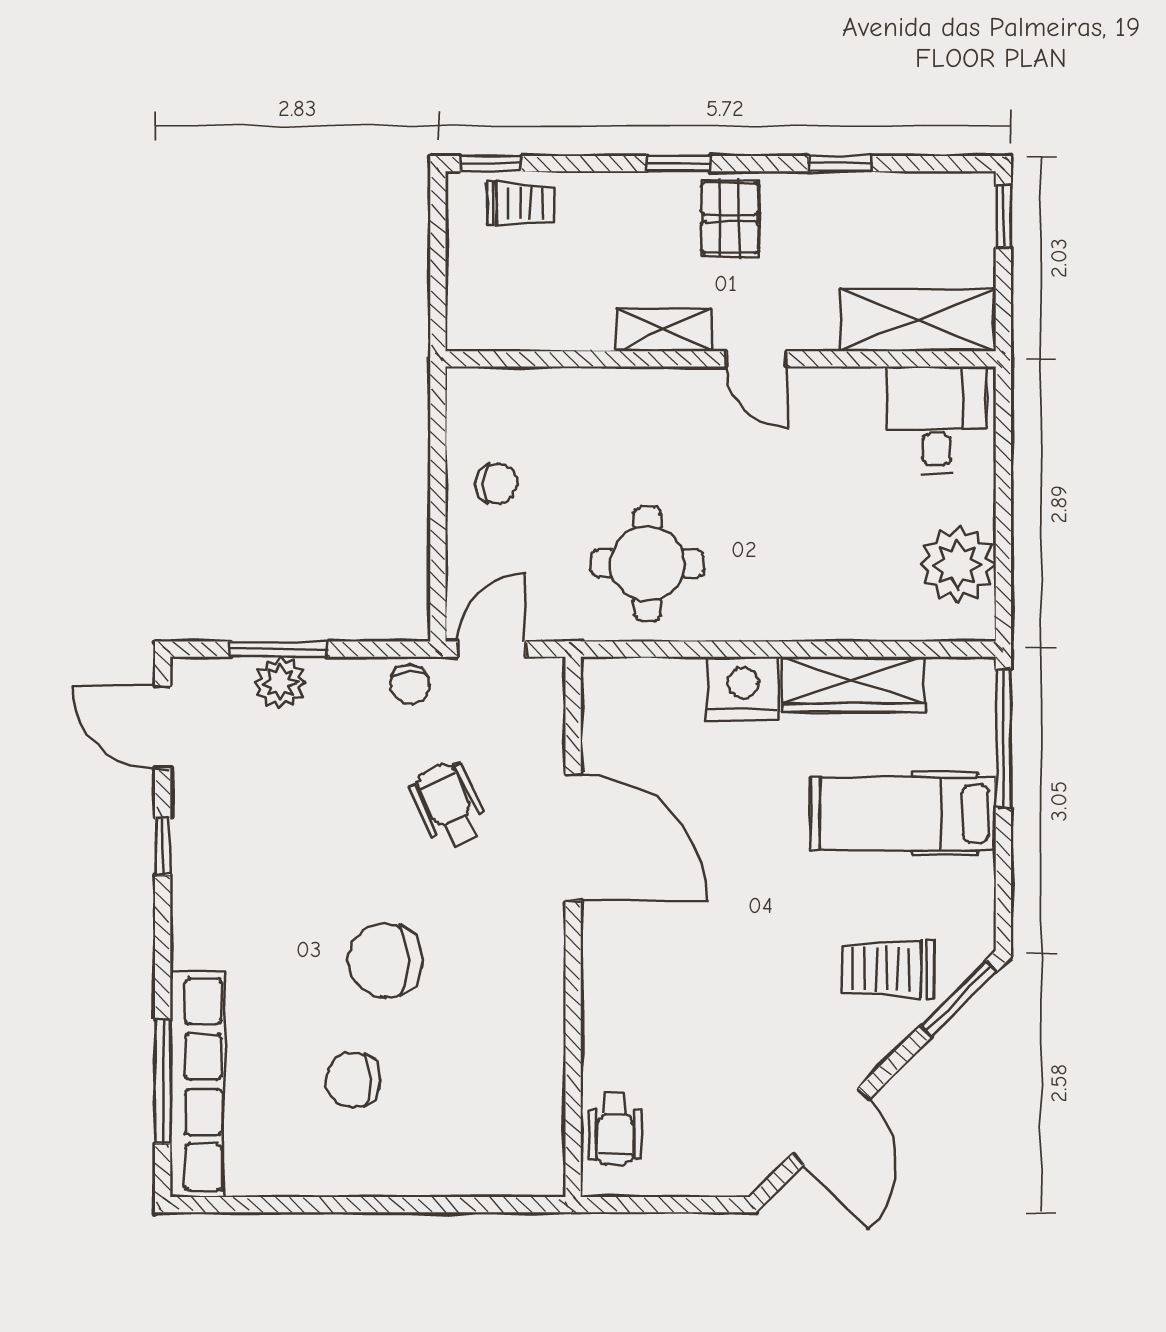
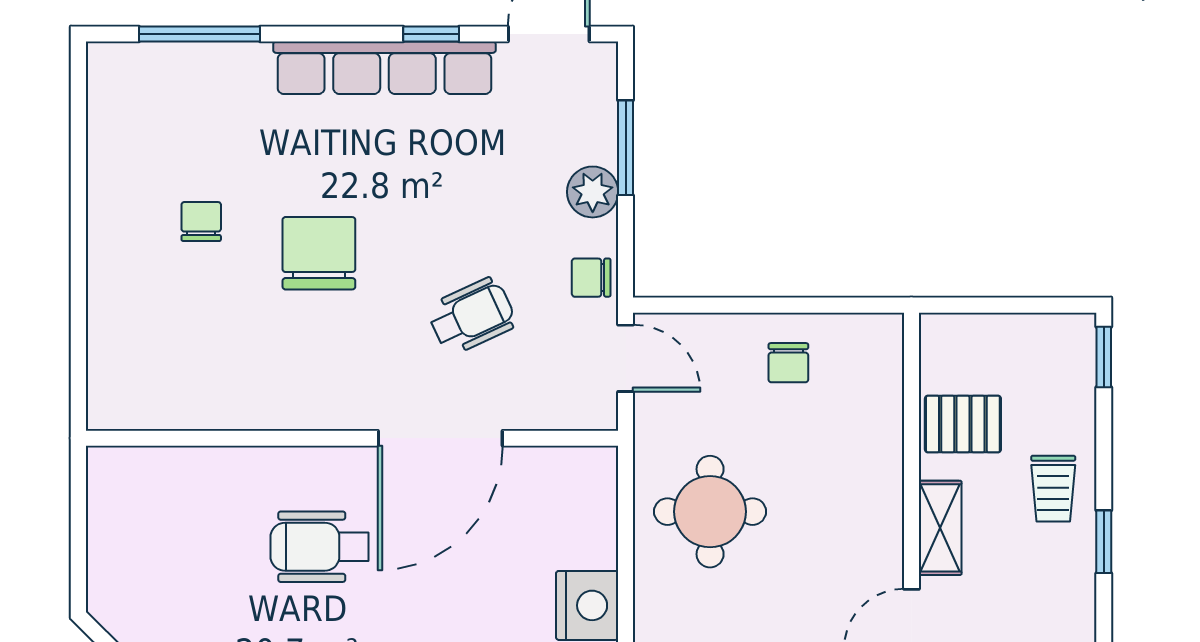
trolley: (521, 203) -> (1053, 489), moved
pallet: (730, 218) -> (963, 424), moved
plant: (280, 683) -> (593, 192), moved
chair: (353, 1080) -> (201, 222), width x0.73, depth x0.73
row of seats: (197, 1084) -> (384, 68), moved
wheelchair: (615, 1129) -> (320, 547), moved, width x1.36, depth x1.37

